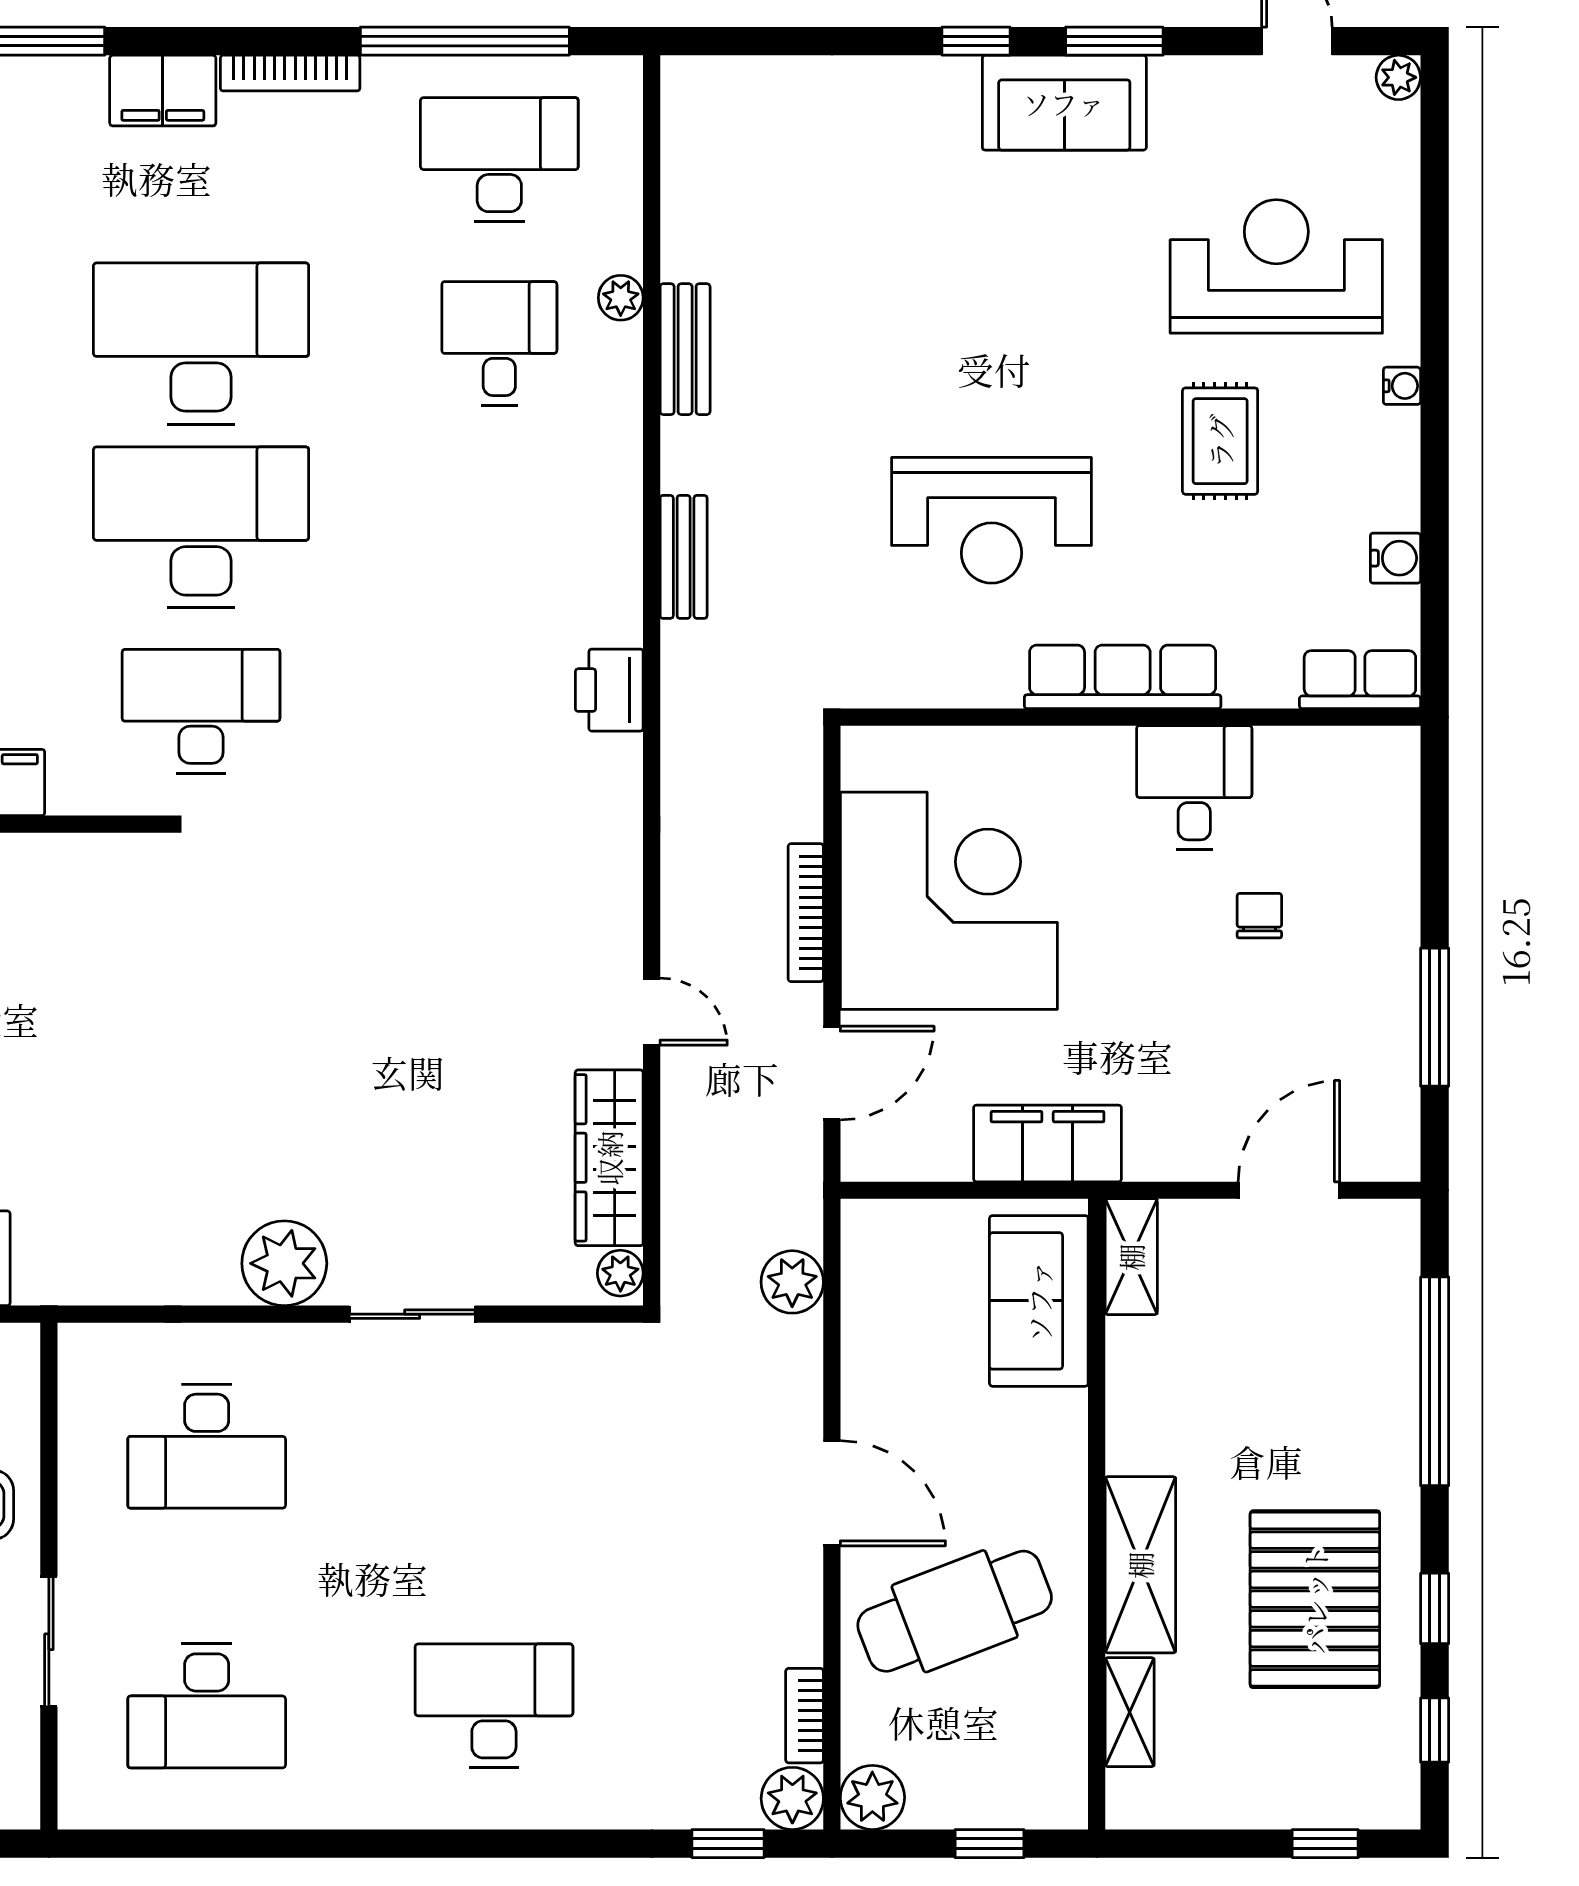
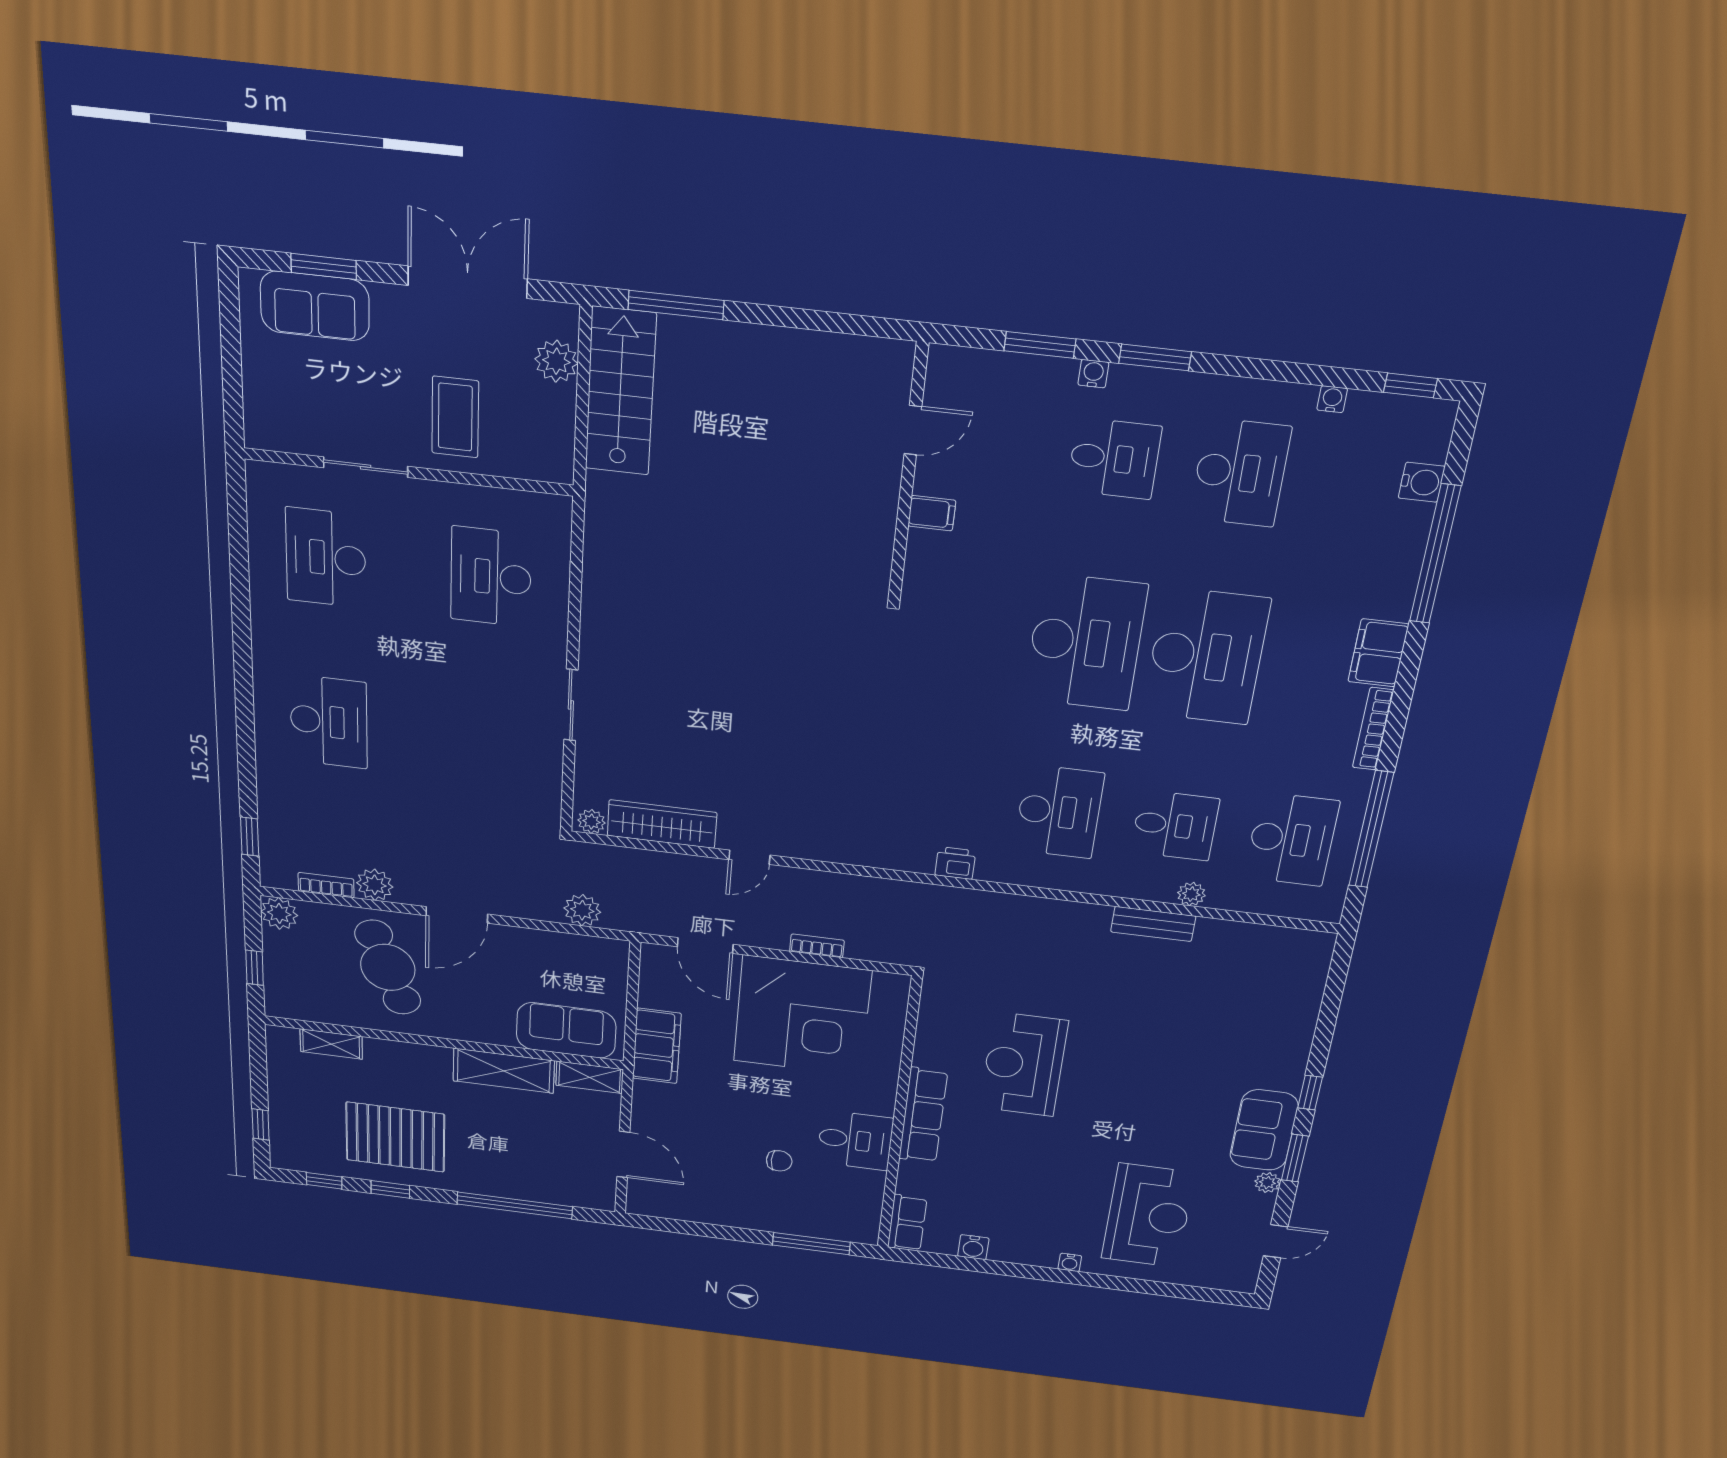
plant: (1398, 77) -> (1267, 1183), moved
rug: (1220, 441) -> (1052, 1177), removed
bench: (684, 557) -> (1025, 908), removed
printer: (609, 690) -> (955, 863), width x0.73, depth x0.81
desk: (201, 711) -> (1059, 812), moved
bookcase: (806, 913) -> (817, 946), width x0.64
window: (1435, 1017) -> (811, 1244), moved
plant: (284, 1263) -> (606, 636), removed
shelving: (1140, 1565) -> (504, 1071), moved
plant: (792, 1798) -> (375, 885), moved

